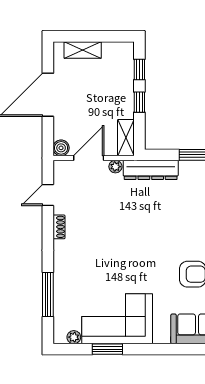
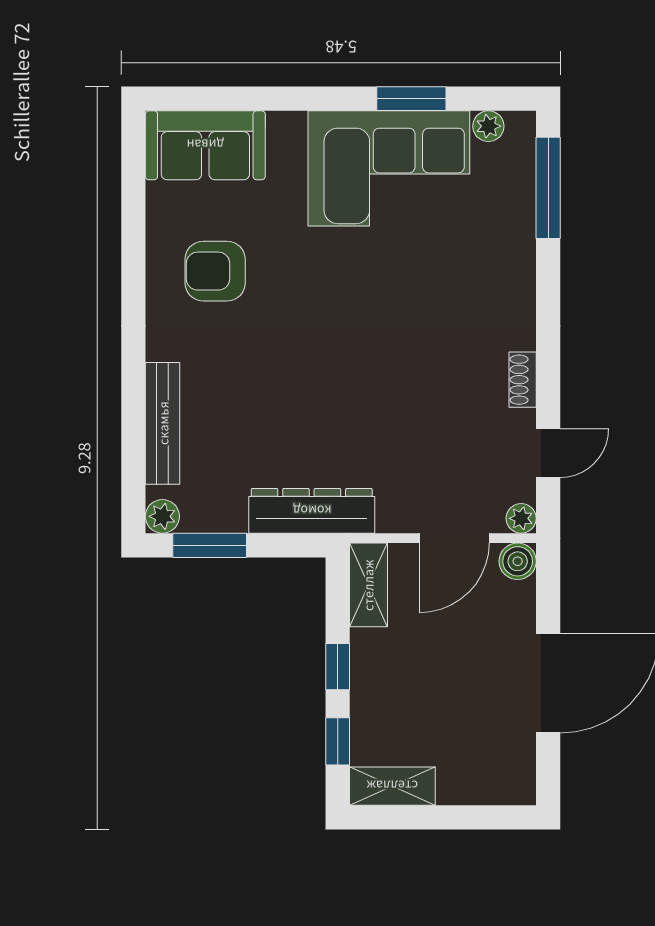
shelving: (83, 50) -> (392, 786), moved
plant: (115, 167) -> (521, 518), moved
window: (48, 295) -> (548, 188), moved

